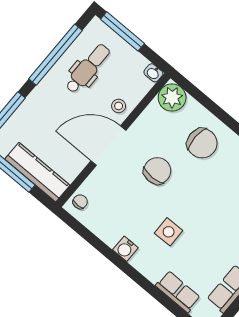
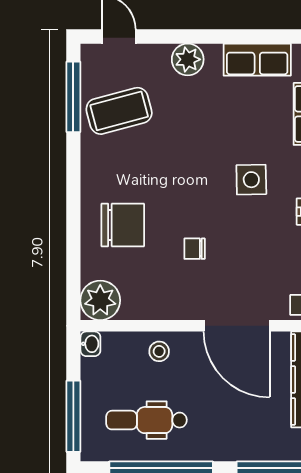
chair: (202, 143) -> (123, 225), turned 90
door: (108, 146) -> (237, 326), moved
chair: (157, 171) -> (195, 249), width x0.54, depth x0.54

